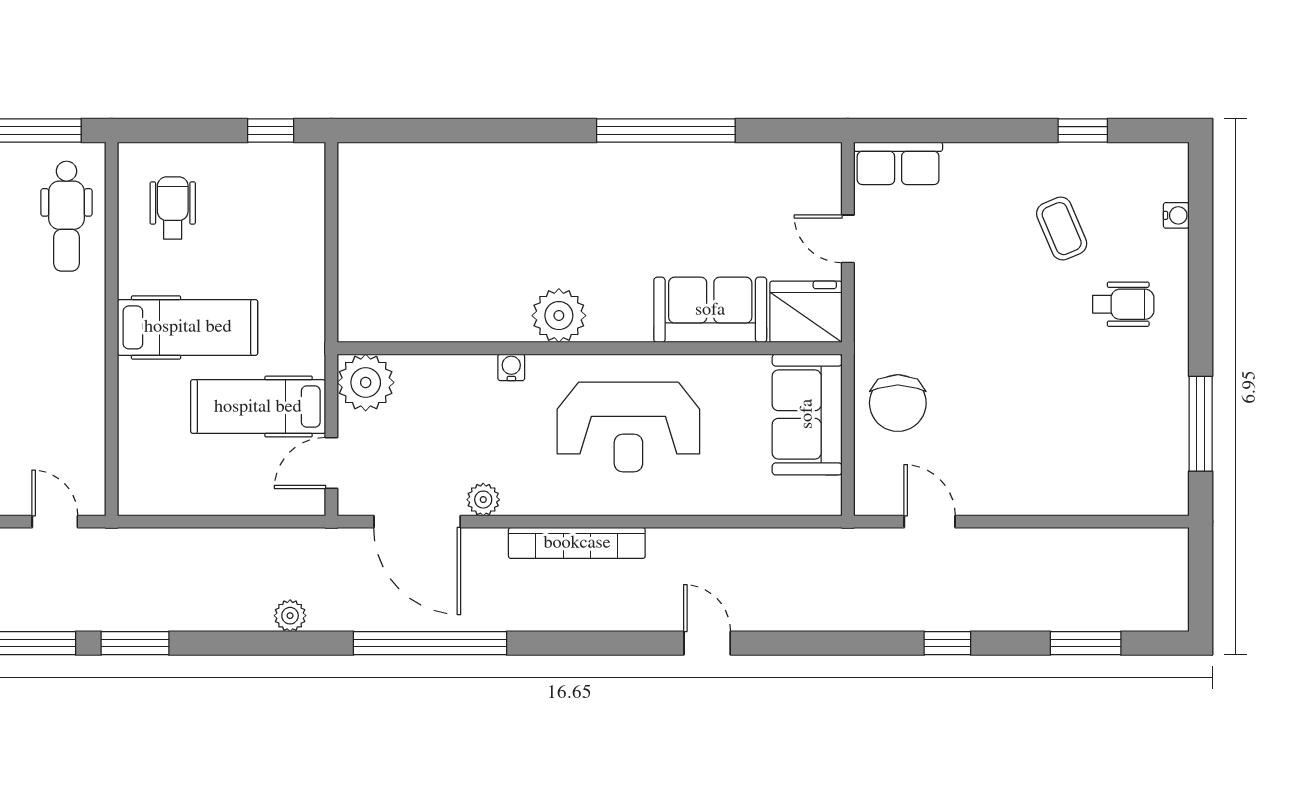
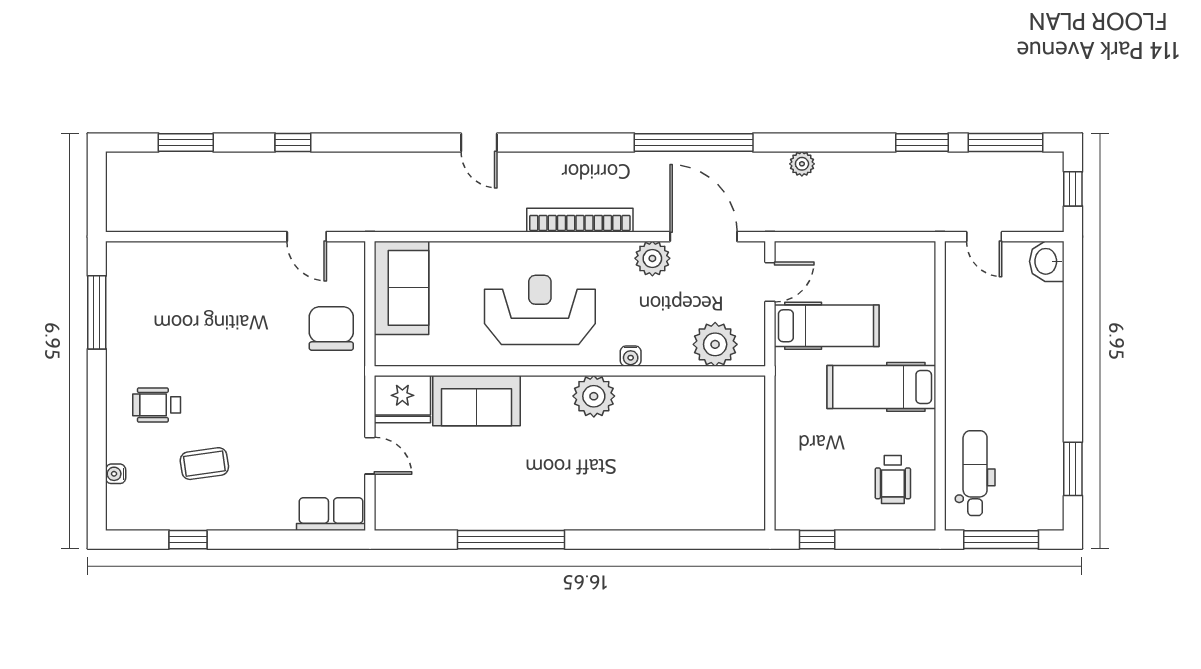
coffee table: (1062, 229) -> (204, 464), turned -75
plant: (366, 382) -> (715, 344), moved
sofa: (807, 414) -> (401, 288), moved
plant: (483, 500) -> (652, 258), width x1.38, depth x1.38

